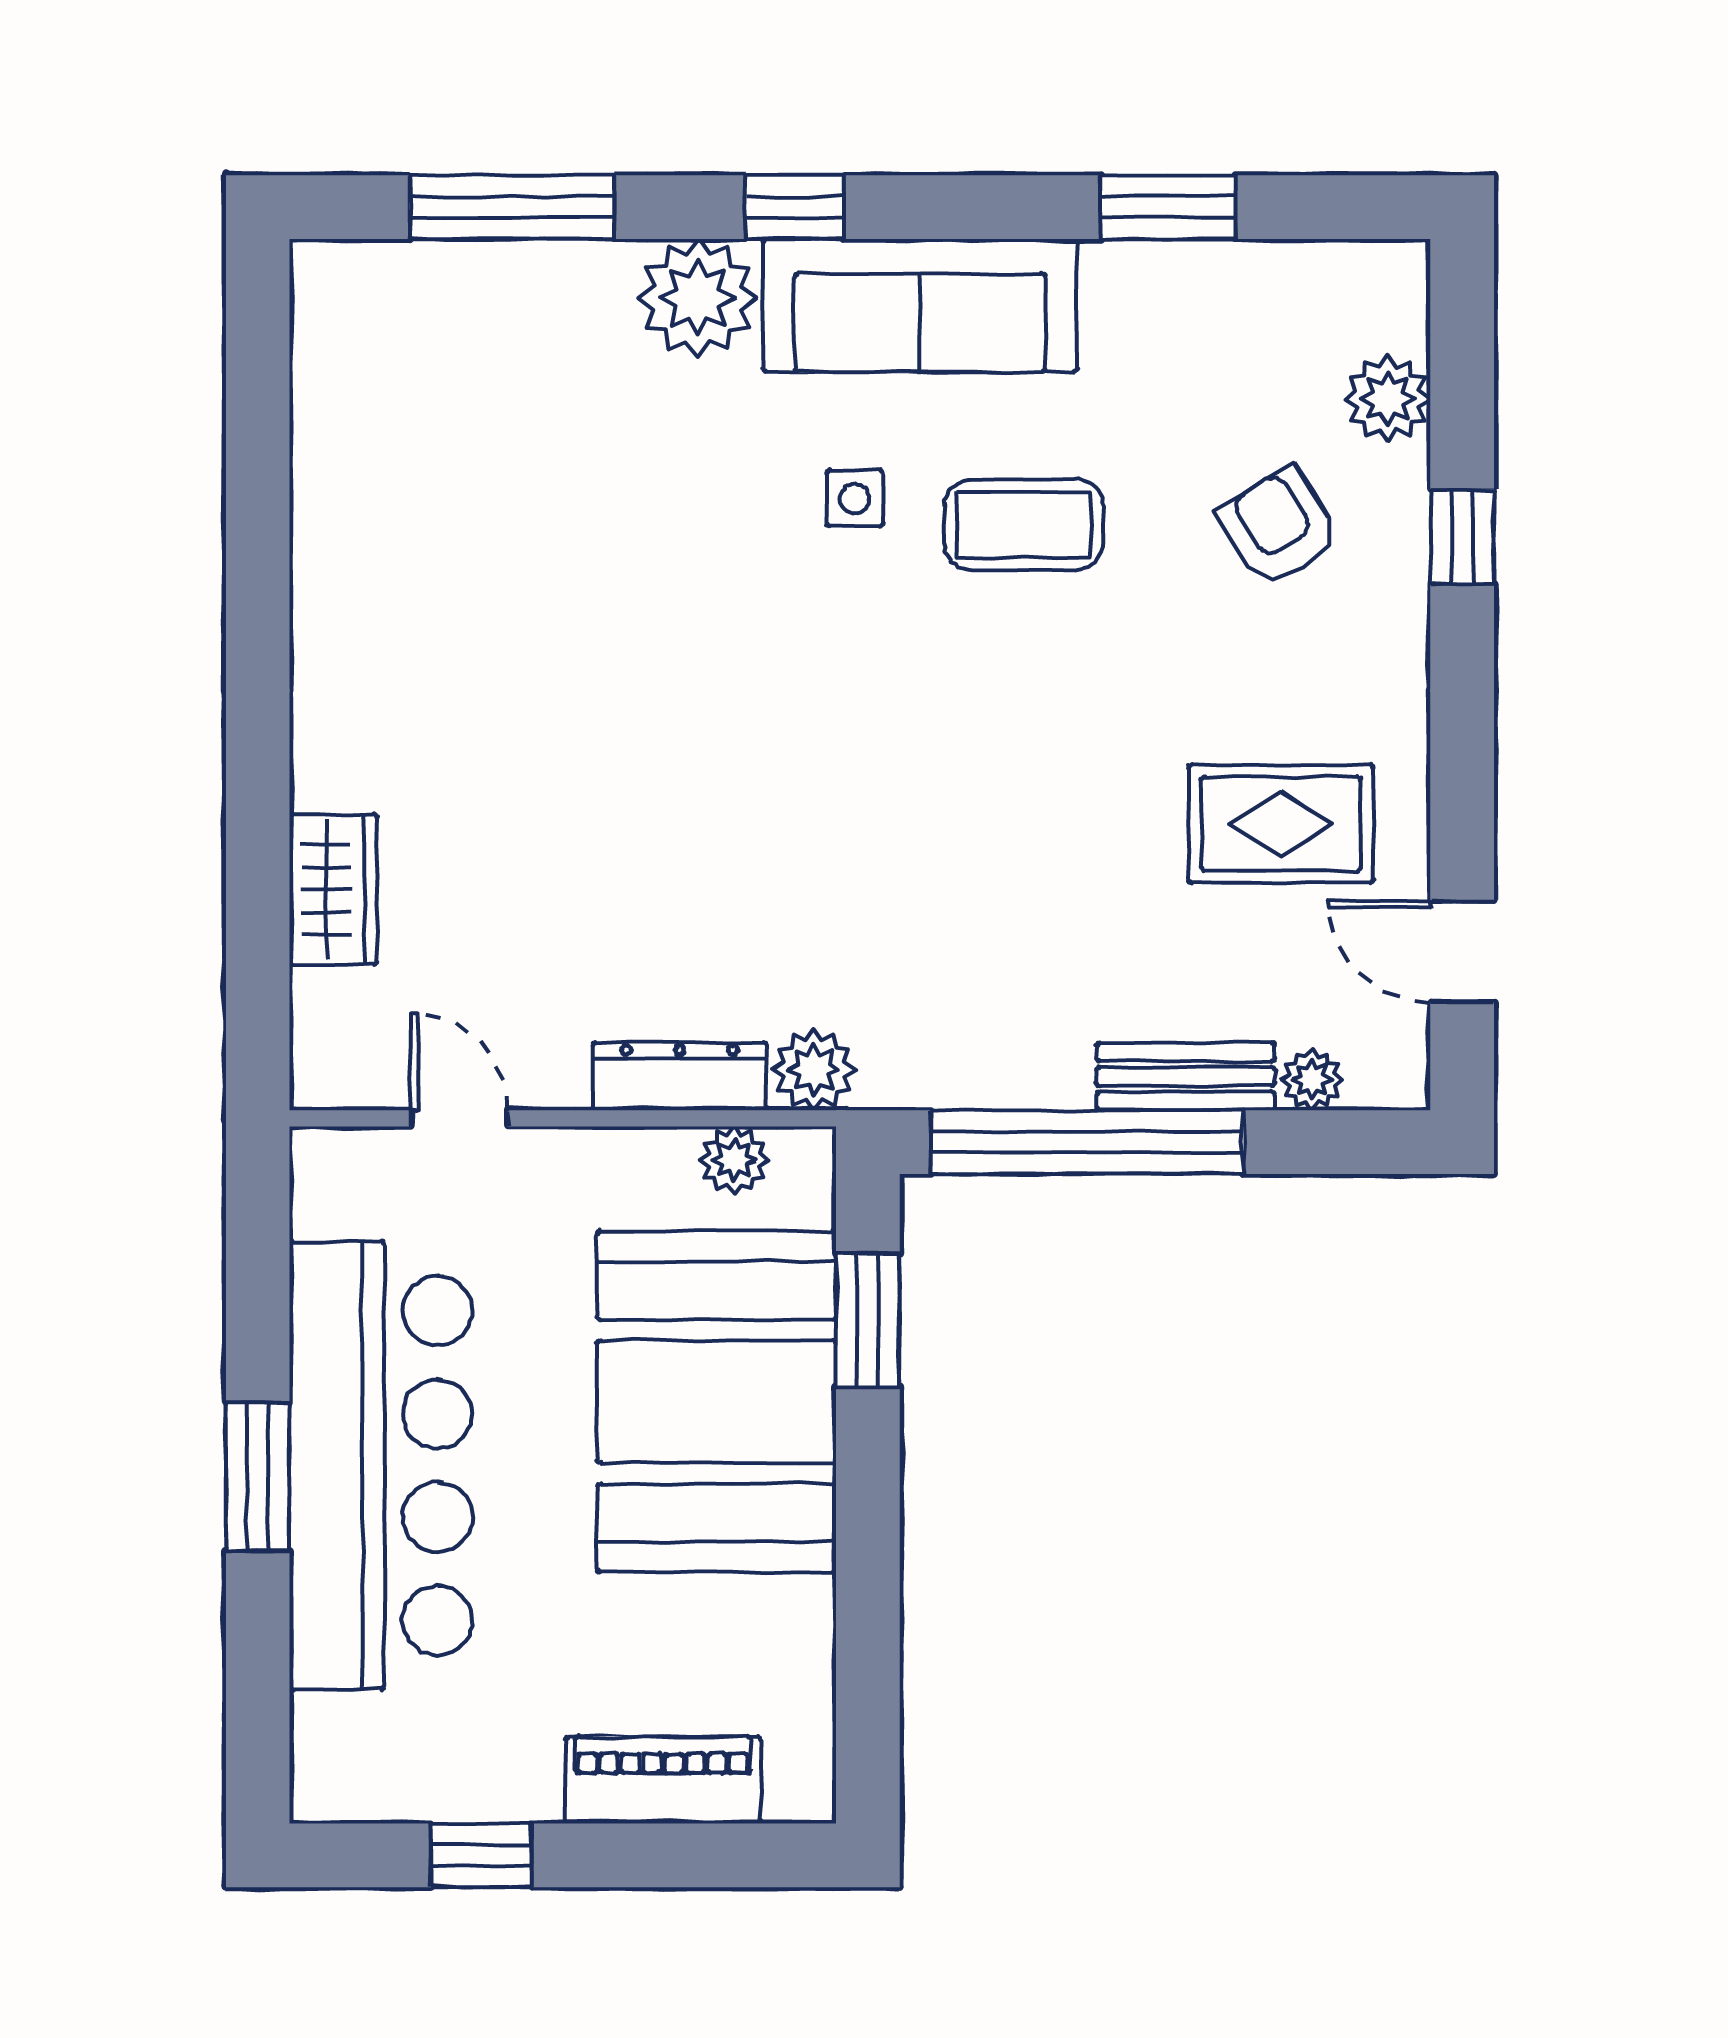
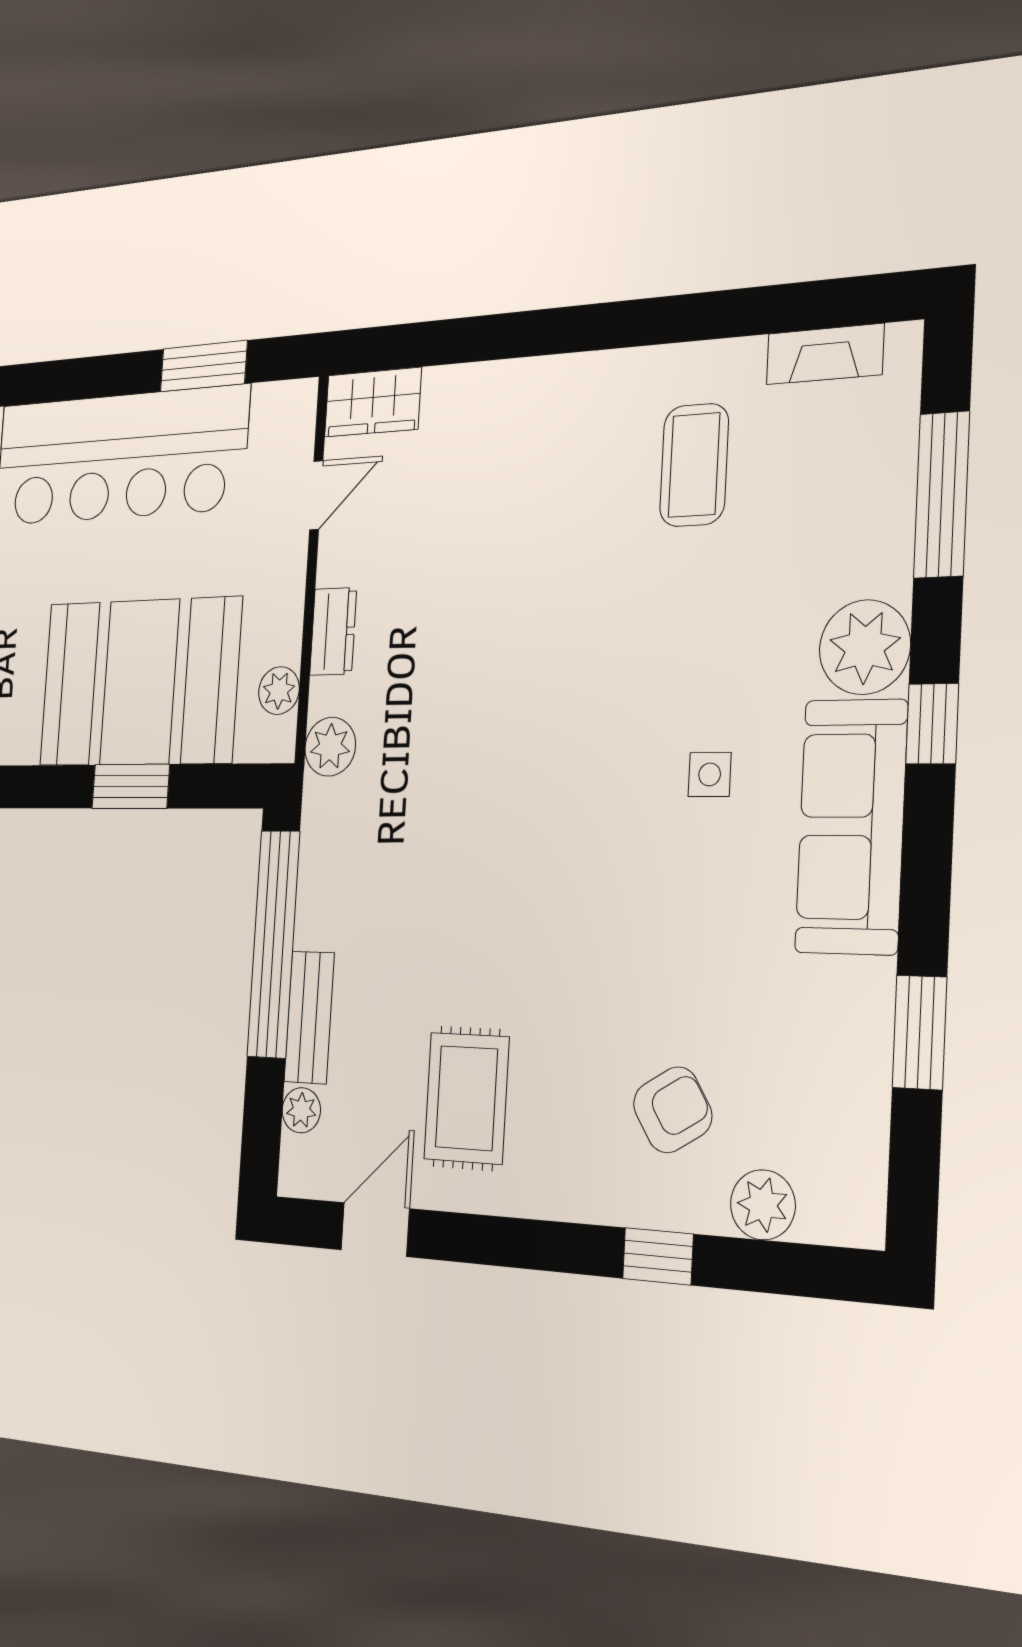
fireplace: (323, 368) -> (825, 354), added
coffee table: (1024, 525) -> (694, 465), moved
wardrobe: (333, 890) -> (373, 402), moved
dresser: (680, 1076) -> (333, 631), width x0.70
window: (868, 1320) -> (131, 786), moved
window: (258, 1477) -> (204, 366), moved

